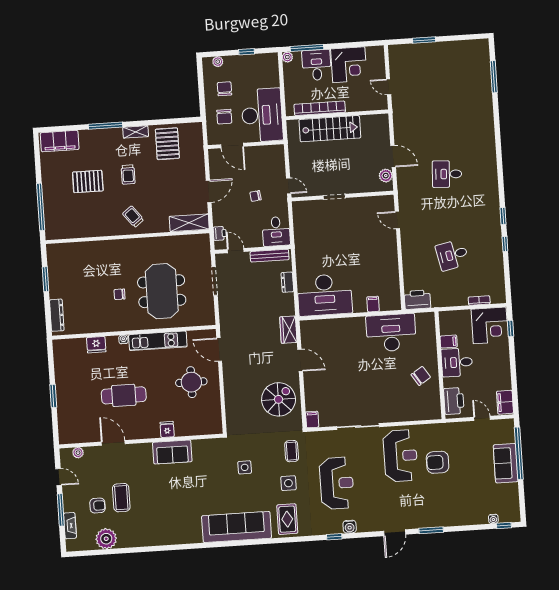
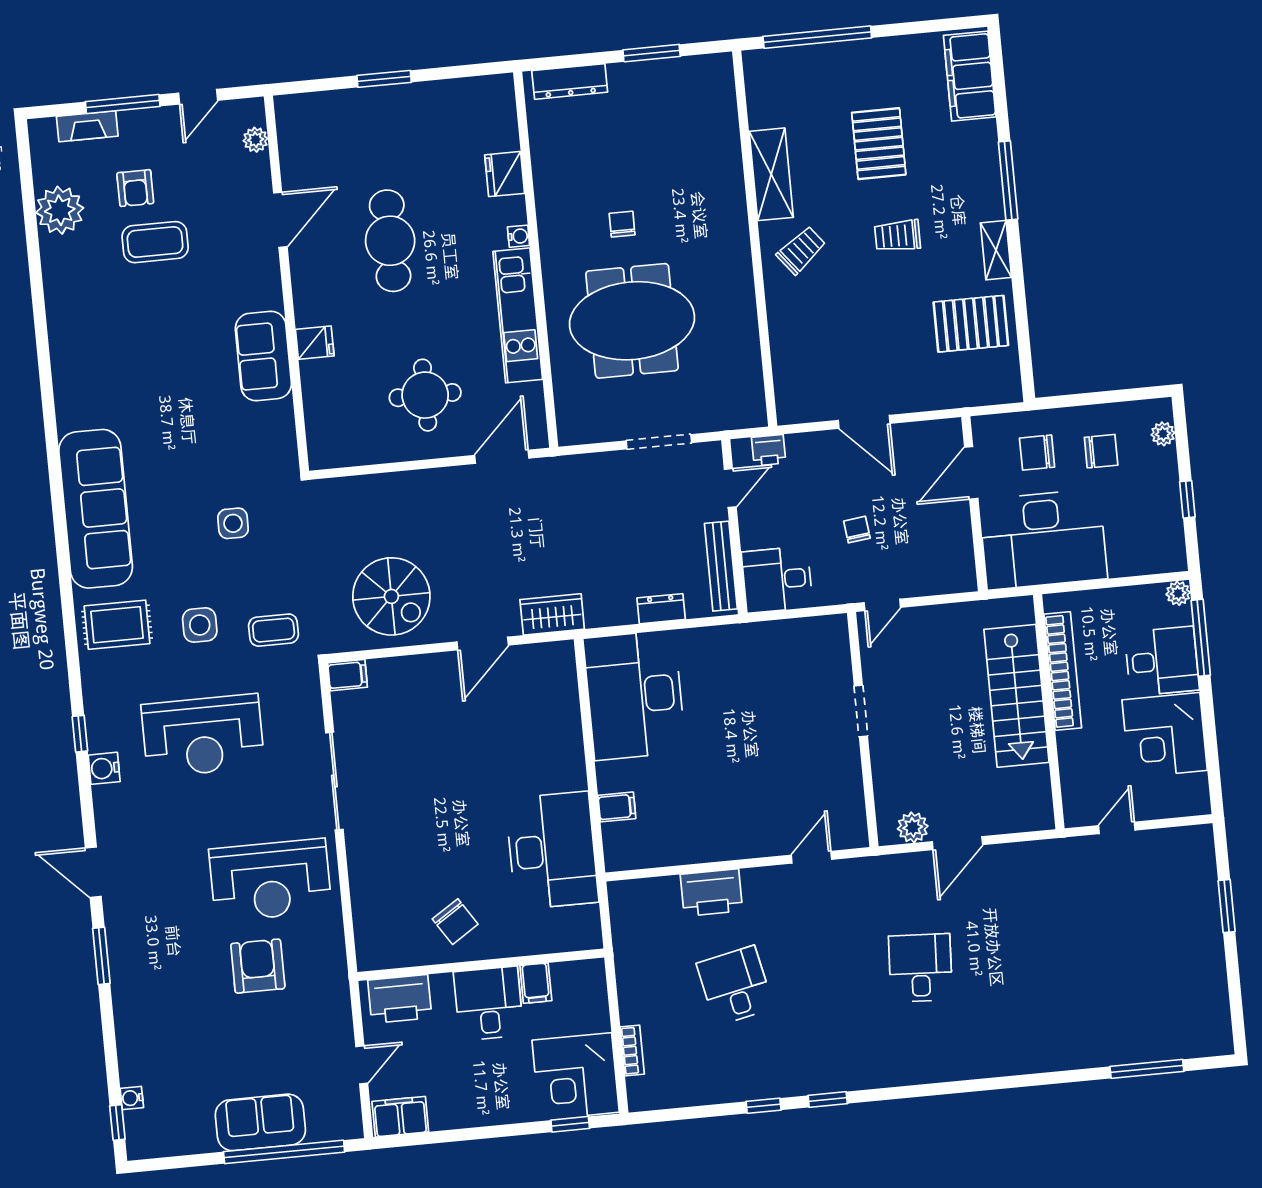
shelving: (189, 223) -> (771, 174), moved
printer: (417, 300) -> (712, 893), moved, turned 90

